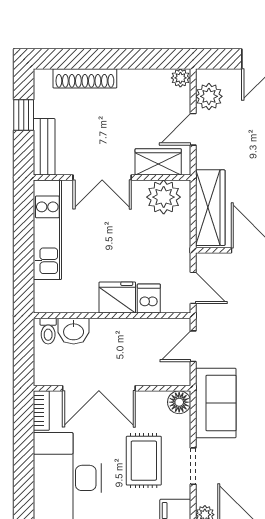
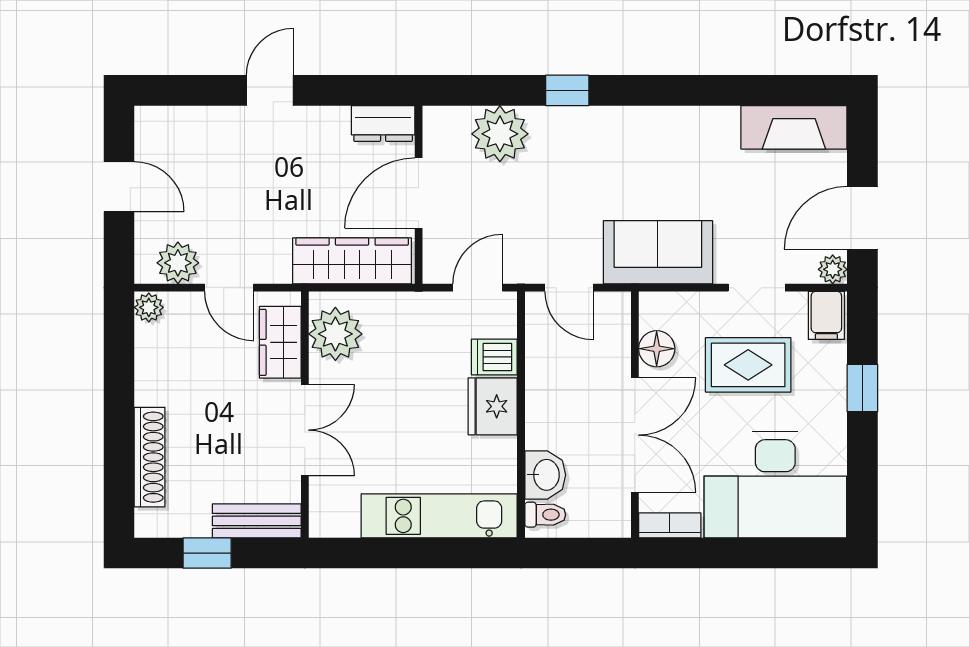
kitchen unit: (47, 230) -> (439, 516), moved
floor lamp: (179, 402) -> (657, 349), moved

